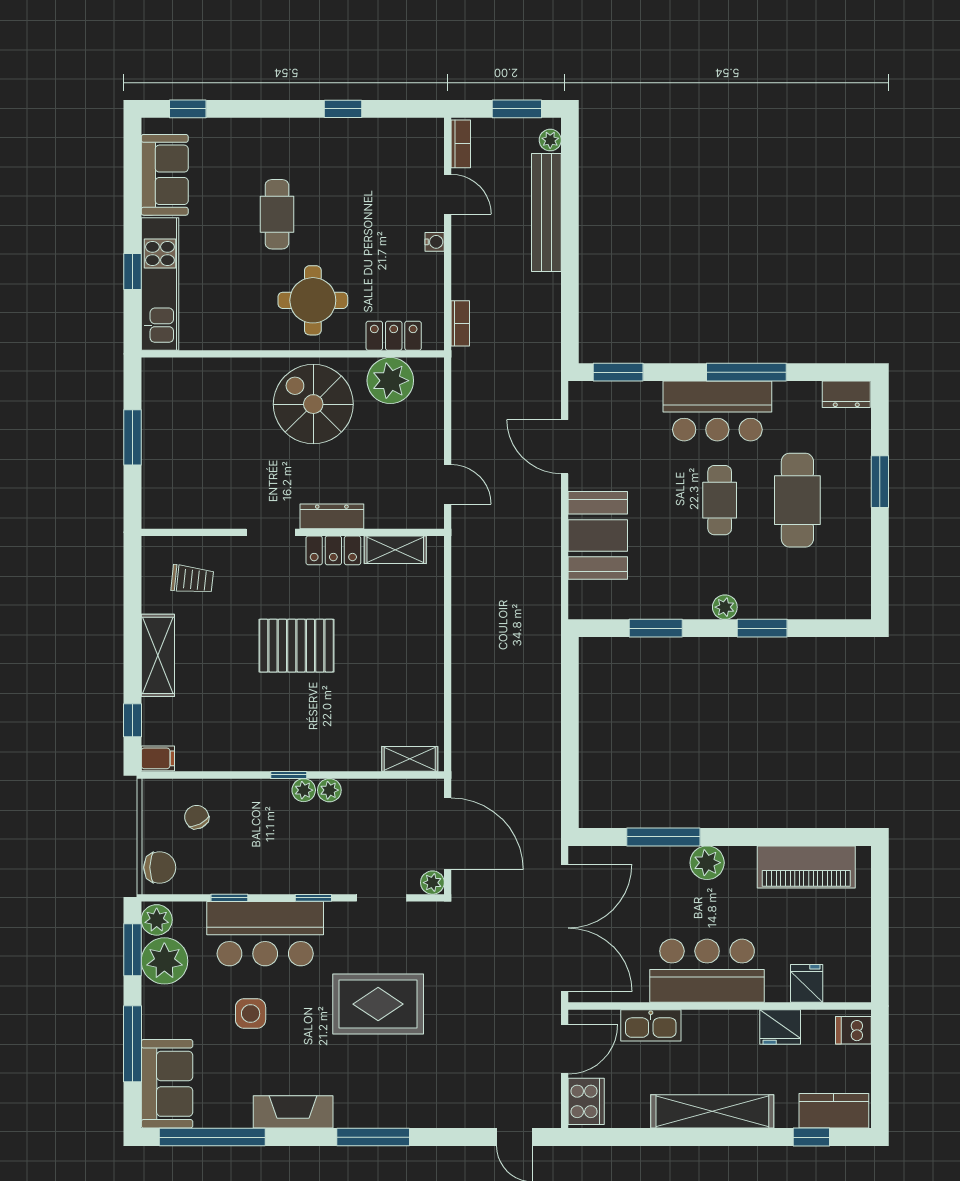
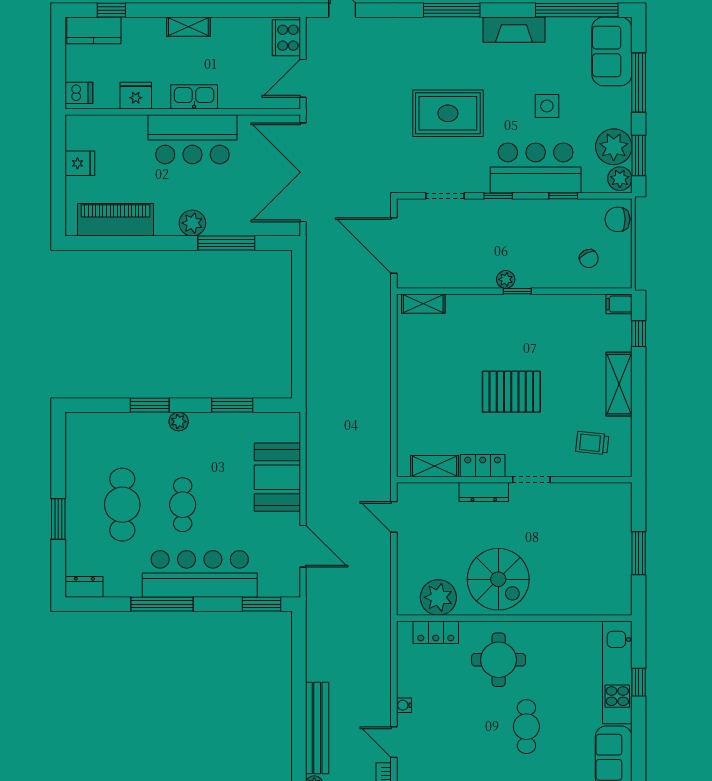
bookcase: (460, 323) -> (384, 642), removed
bar counter: (717, 411) -> (200, 574), width x1.36
plant: (329, 790) -> (486, 279), removed
plant: (432, 883) -> (406, 208), removed
fridge: (807, 983) -> (80, 163), moved, turned -90
kitchen sink: (651, 1025) -> (194, 97), moved
shelving: (712, 1111) -> (188, 27), width x0.45, depth x0.75

